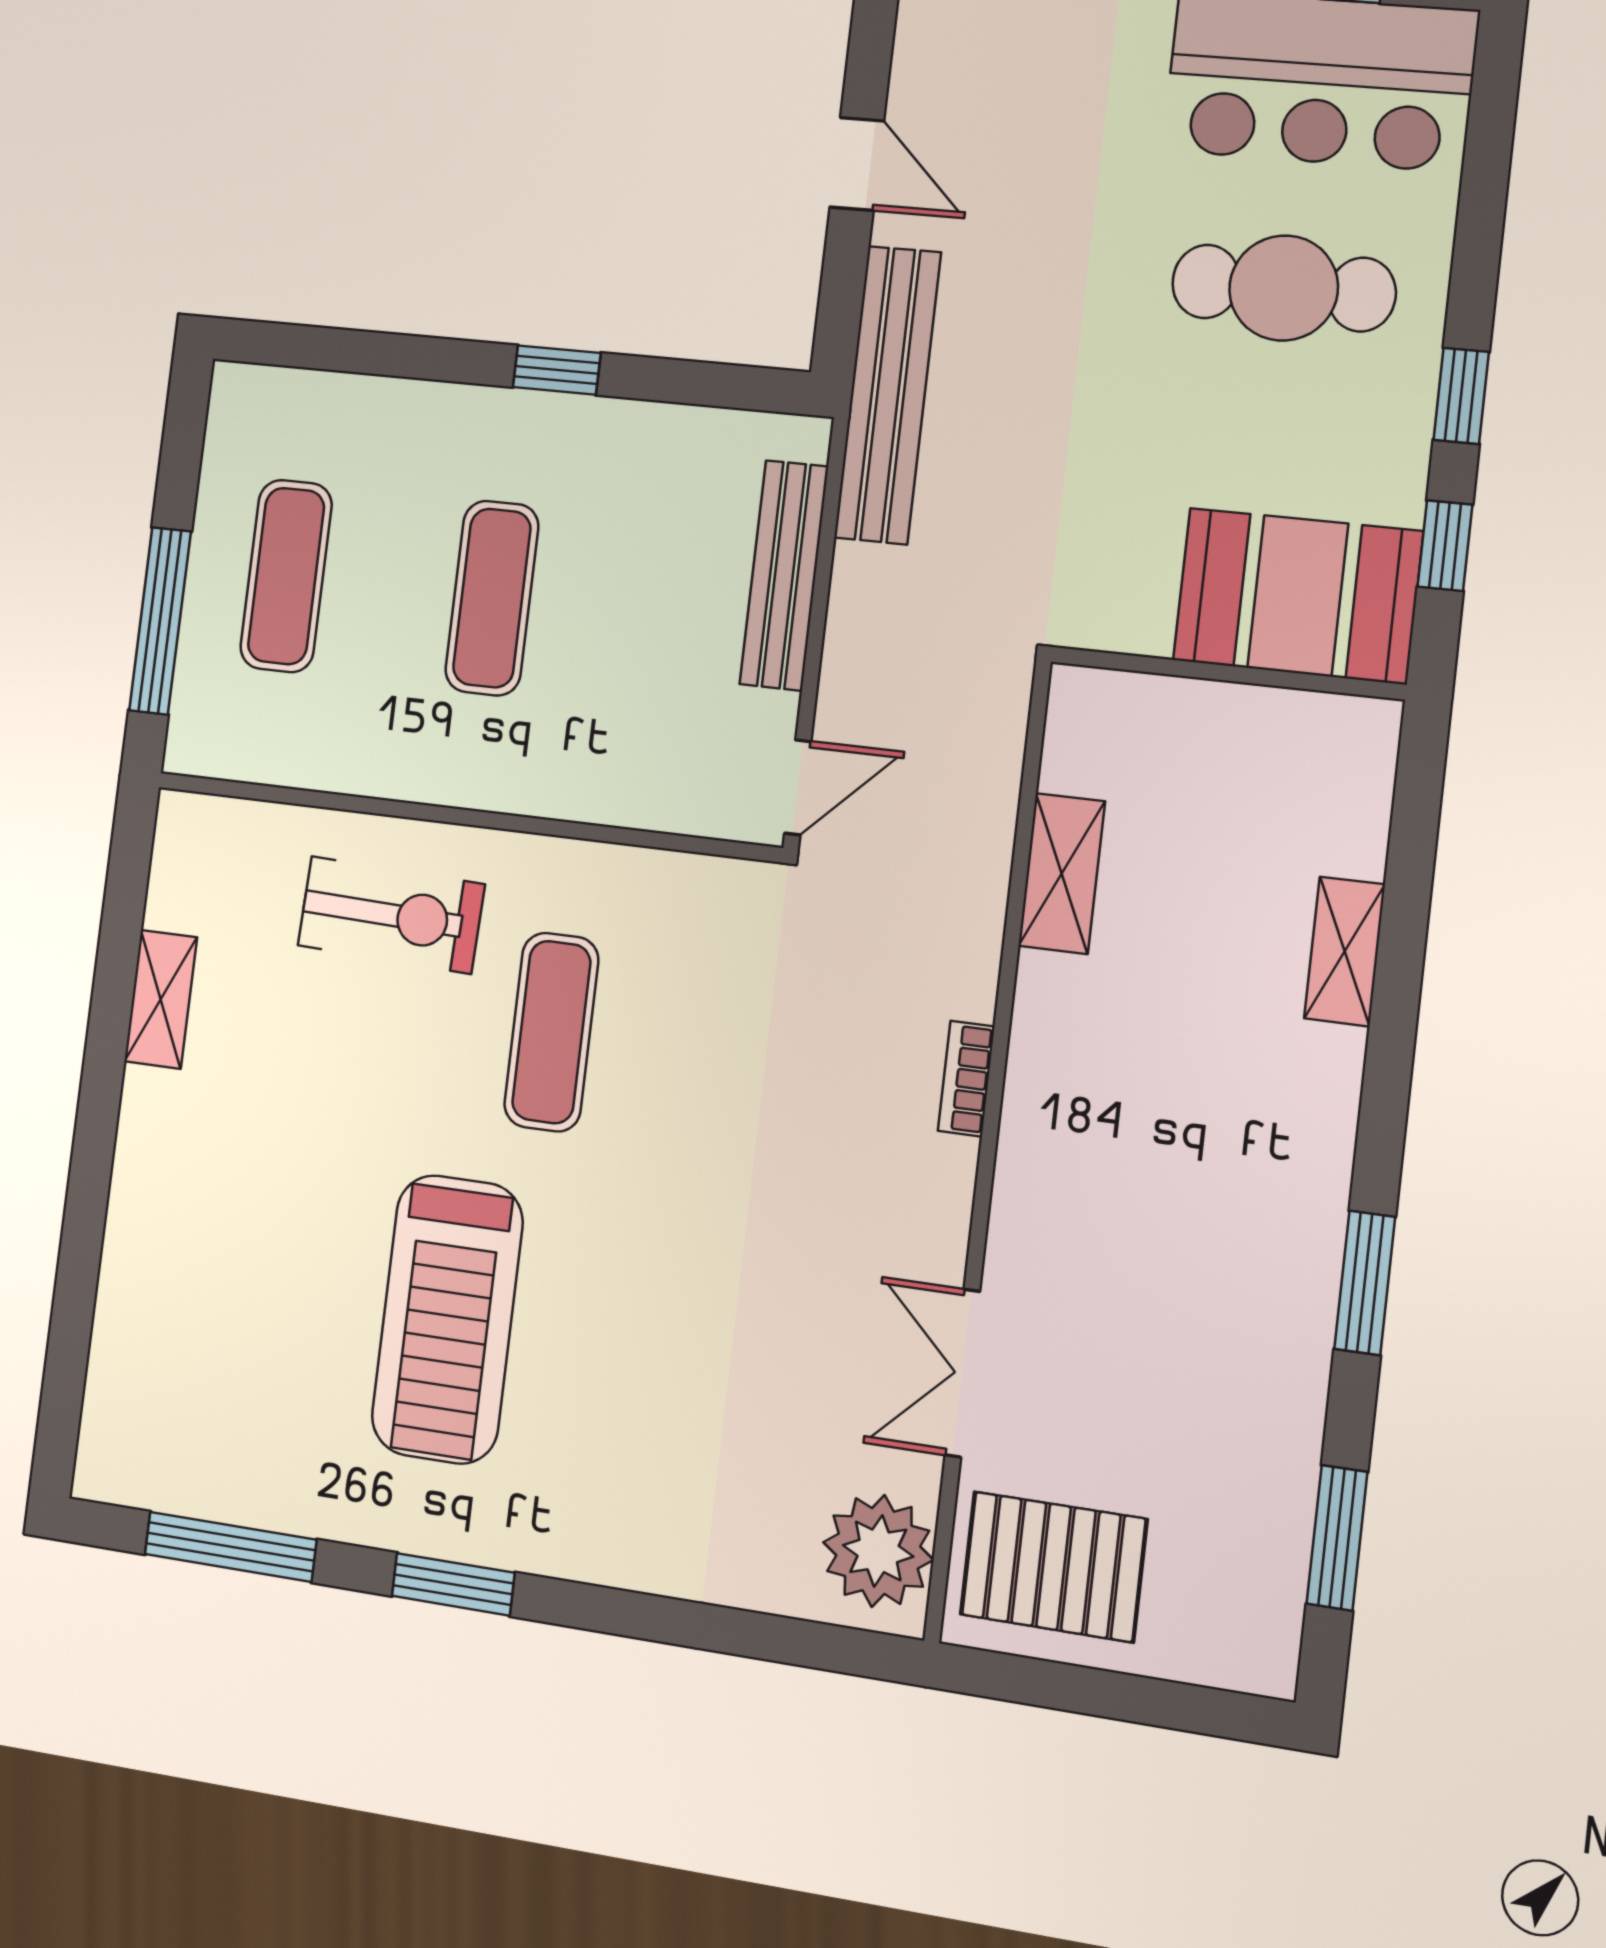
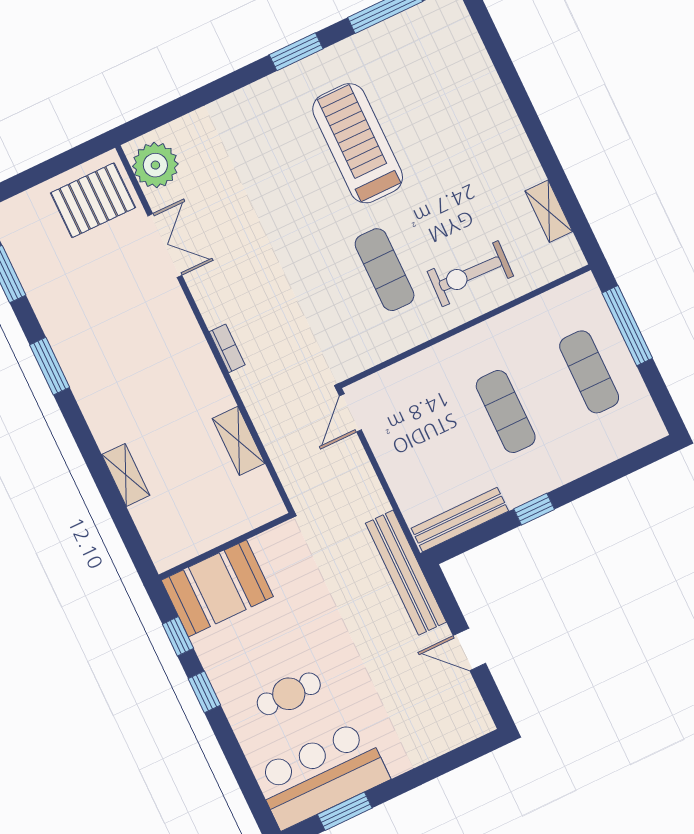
cafe table: (1284, 288) -> (289, 694), width x0.73, depth x0.74
bench: (784, 575) -> (460, 520), moved, turned 90
shelving: (161, 999) -> (549, 211), moved

